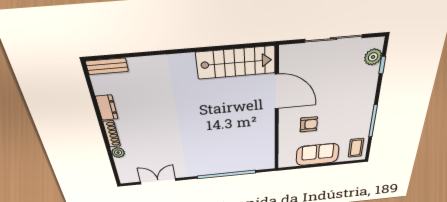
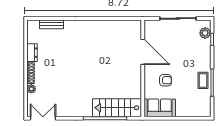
stairs: (236, 63) -> (117, 108), moved, turned 180
bench: (107, 66) -> (52, 24), moved
coffee table: (356, 148) -> (203, 80), moved
sofa: (317, 155) -> (160, 108), moved
double door: (158, 181) -> (43, 118), moved

